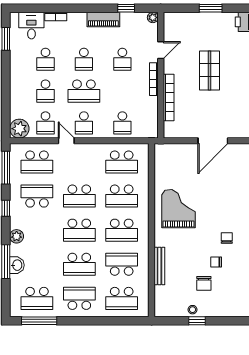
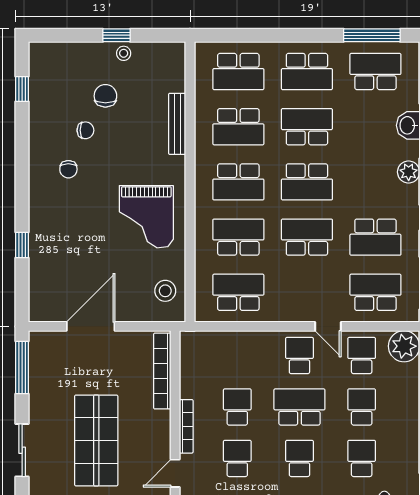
shop shelf: (209, 70) -> (96, 440), width x1.43, depth x1.36
bookcase: (169, 98) -> (162, 371), moved
school desk: (122, 123) -> (237, 407), moved
stool: (167, 163) -> (165, 291), added
school desk: (79, 230) -> (307, 182), turned 180
school desk: (122, 230) -> (238, 182), turned 180
school desk: (122, 298) -> (238, 72), turned 180

